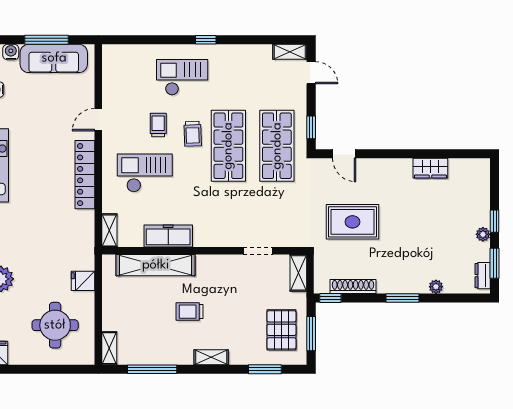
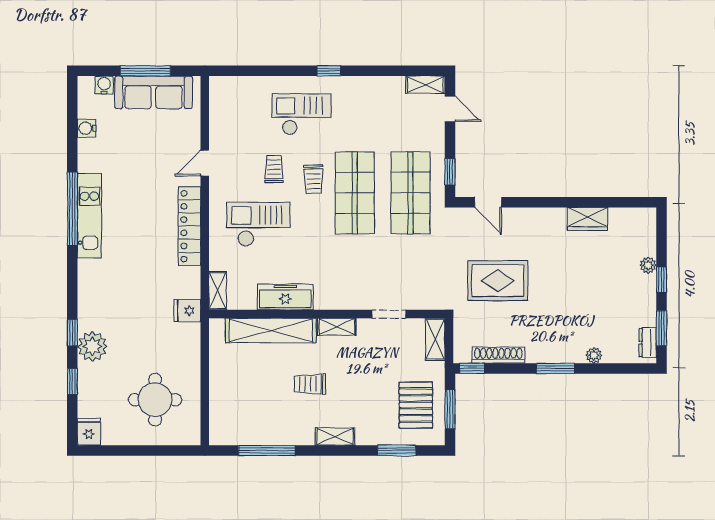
plant: (483, 234) -> (648, 265), moved
fridge: (83, 281) -> (187, 311), moved
shelving: (109, 348) -> (337, 327), moved, turned 90

